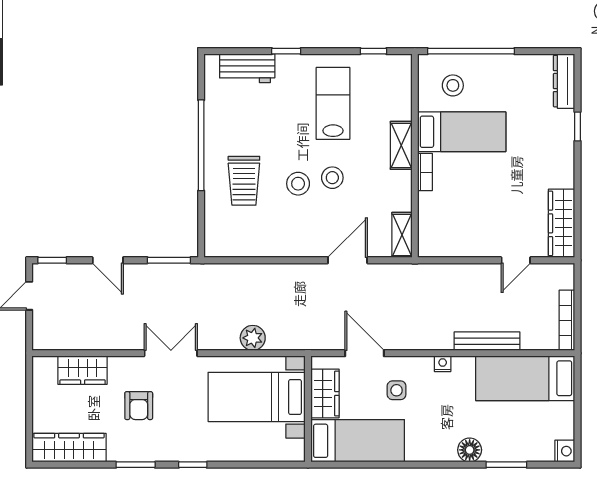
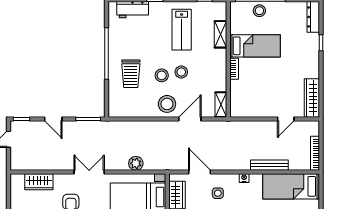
stool: (453, 85) -> (259, 11), moved
lab bench: (333, 103) -> (182, 30), turned 180
shelving: (401, 145) -> (220, 34), moved
stool: (307, 234) -> (167, 104), added

